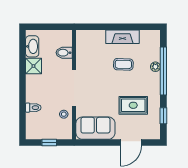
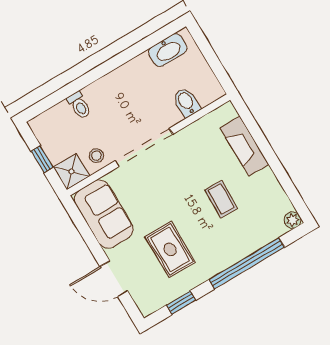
fireplace: (122, 37) -> (244, 146), moved
shower: (33, 66) -> (71, 172), moved
plant: (155, 67) -> (293, 220), moved

